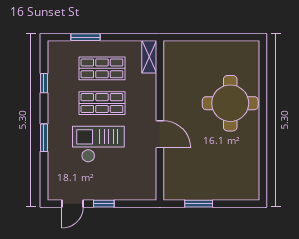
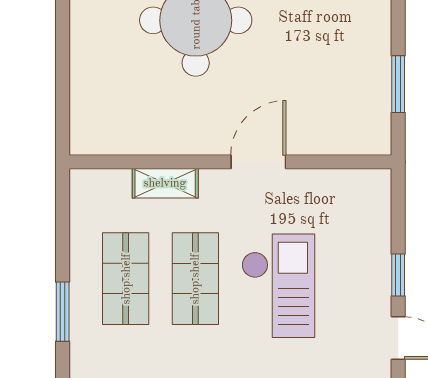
shelving: (149, 57) -> (165, 183), moved
checkout: (98, 144) -> (278, 286), turned 180

